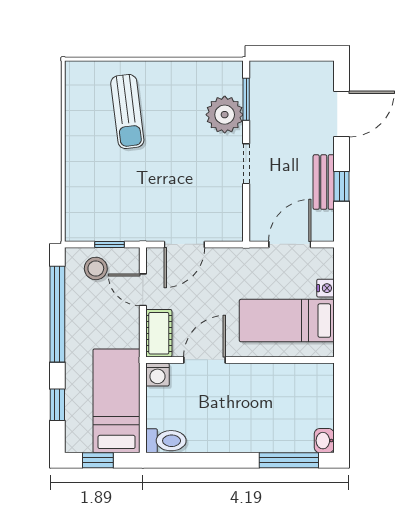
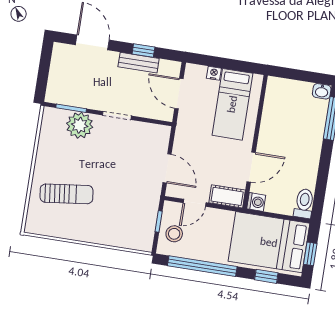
door: (204, 360) -> (251, 167), swing flipped
bed: (117, 401) -> (269, 242), width x1.50

